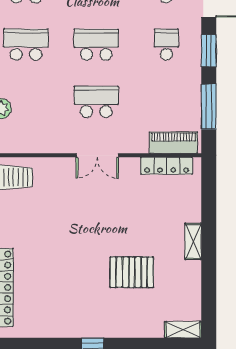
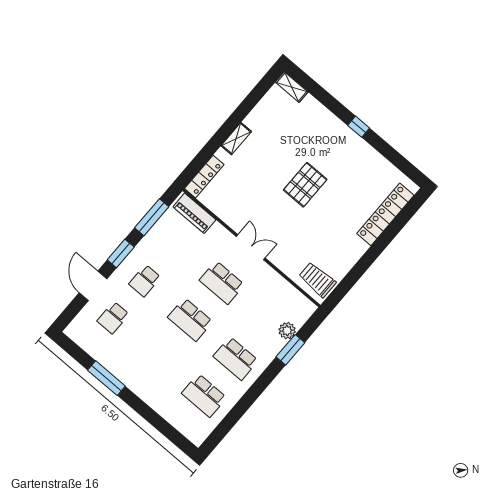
locker: (167, 166) -> (204, 177), moved, turned 90
pallet: (132, 272) -> (305, 185), moved, turned 90

